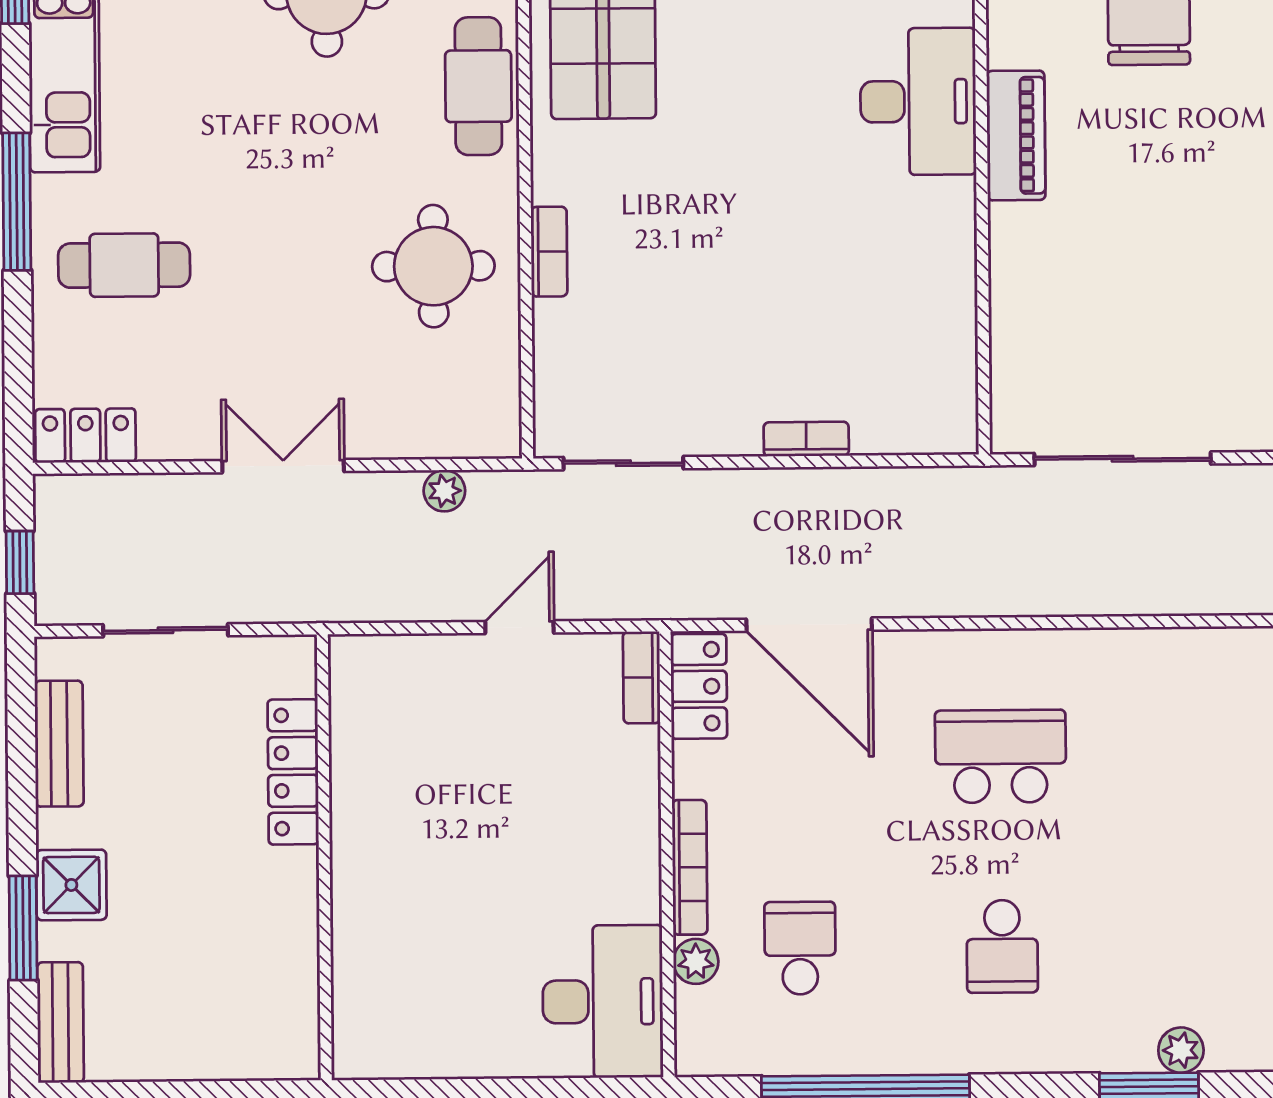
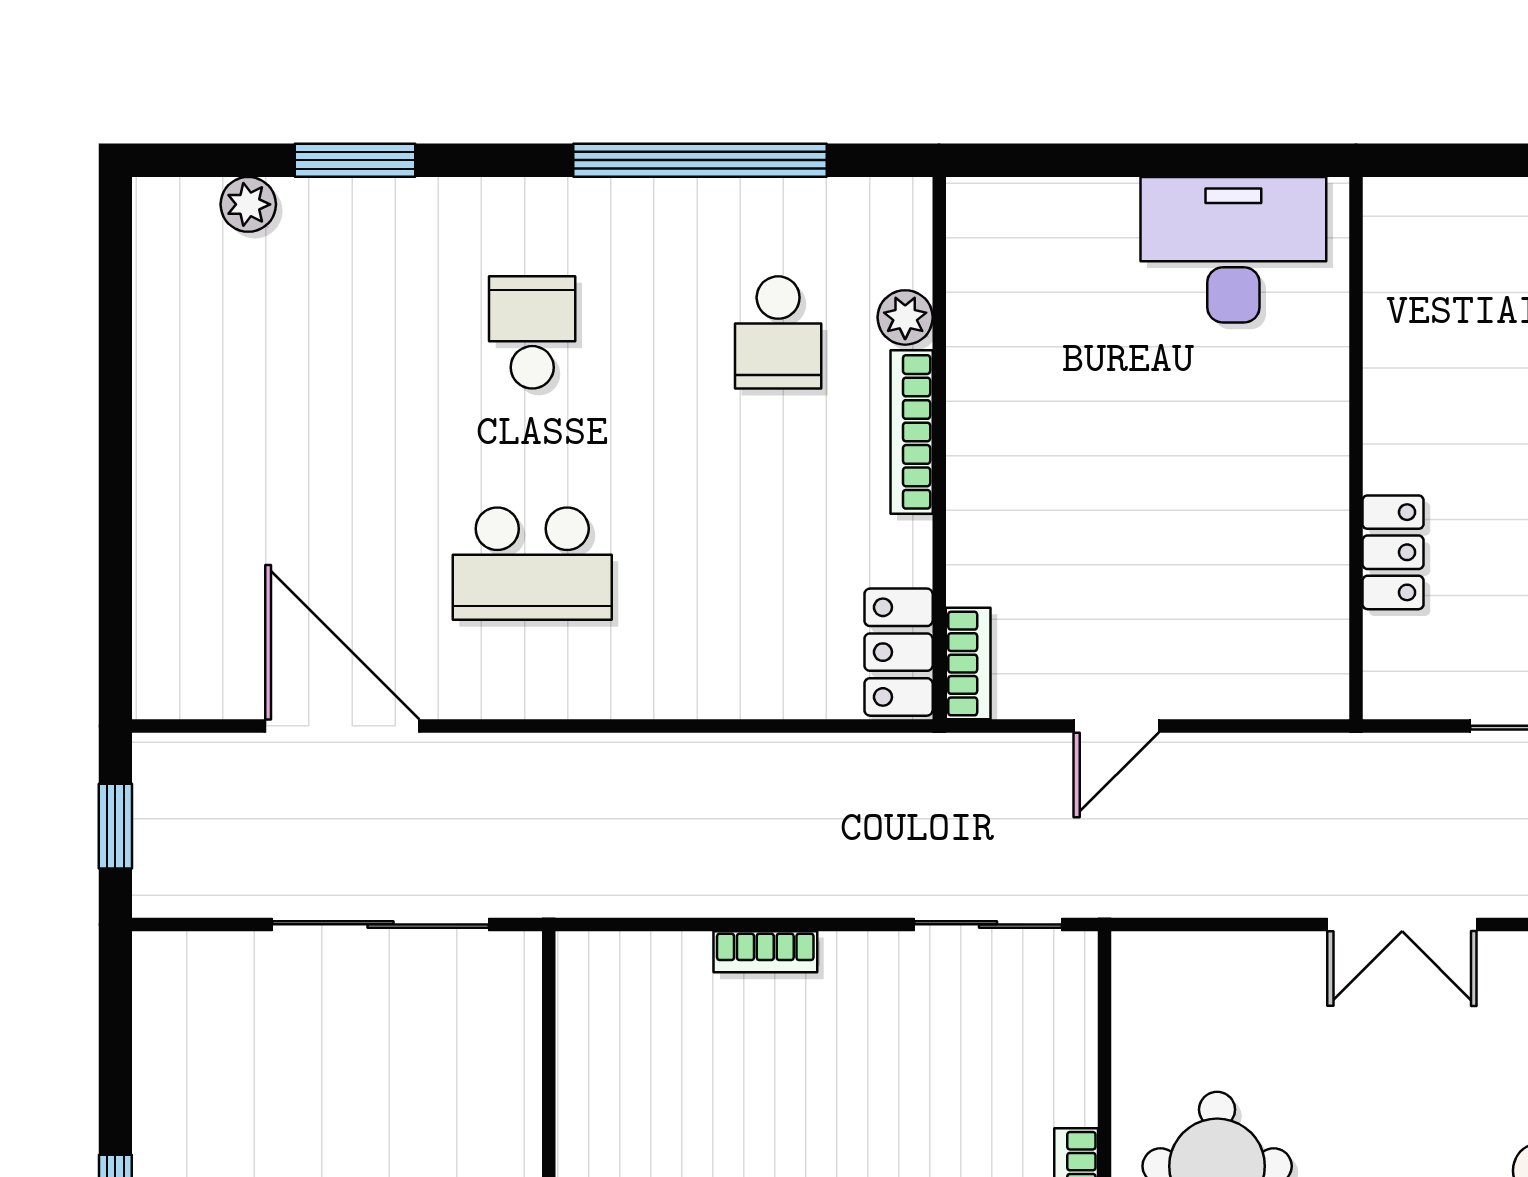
plant: (444, 491) -> (1206, 893), removed
door: (809, 625) -> (342, 726), moved
locker: (293, 772) -> (1393, 552), width x0.66
desk: (603, 1002) -> (1233, 250), moved, turned 90
plant: (1181, 1050) -> (248, 204), moved

